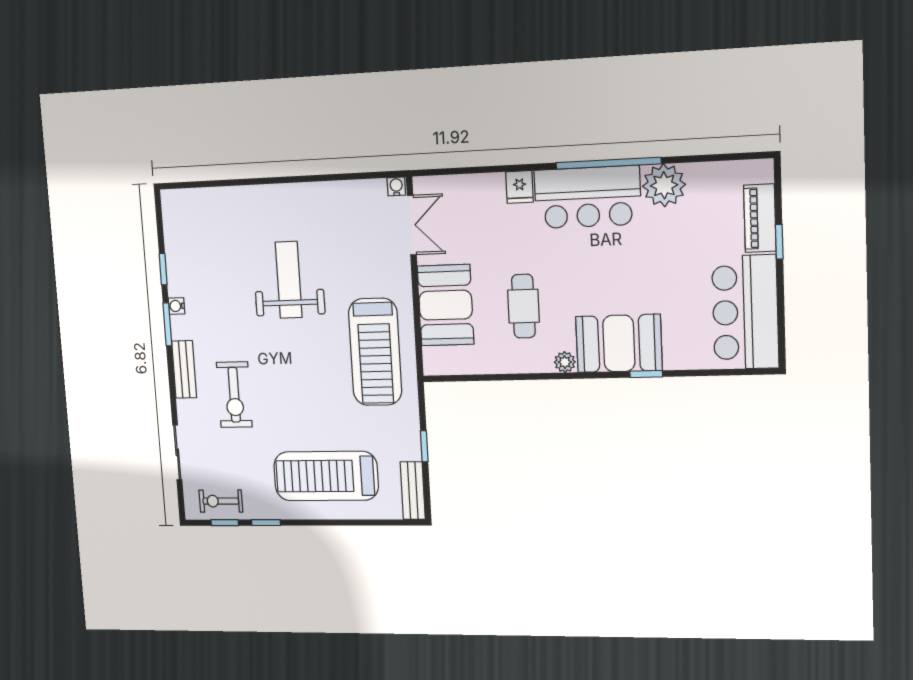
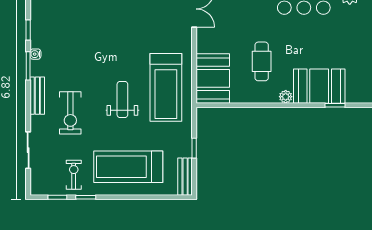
weight bench: (289, 280) -> (122, 100), moved, width x0.73, depth x0.75
booth: (446, 305) -> (213, 78), moved
exercise bike: (221, 501) -> (74, 175), moved, turned 90

